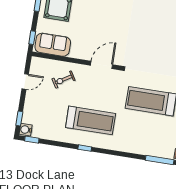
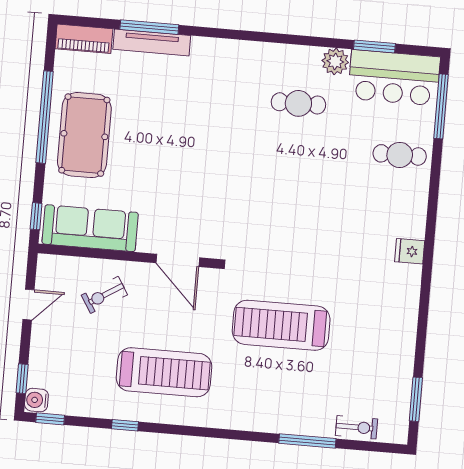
sofa: (53, 45) -> (90, 228), width x1.36
door: (101, 65) -> (178, 260), swing flipped
window: (85, 148) -> (125, 425), moved

